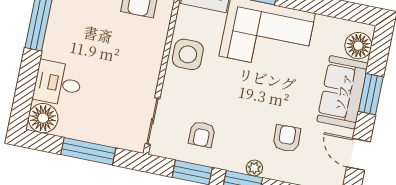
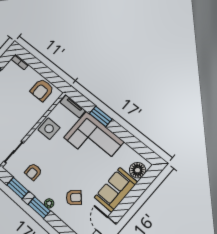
window: (371, 94) -> (130, 199), removed
armchair: (287, 138) -> (74, 198), turned 49

